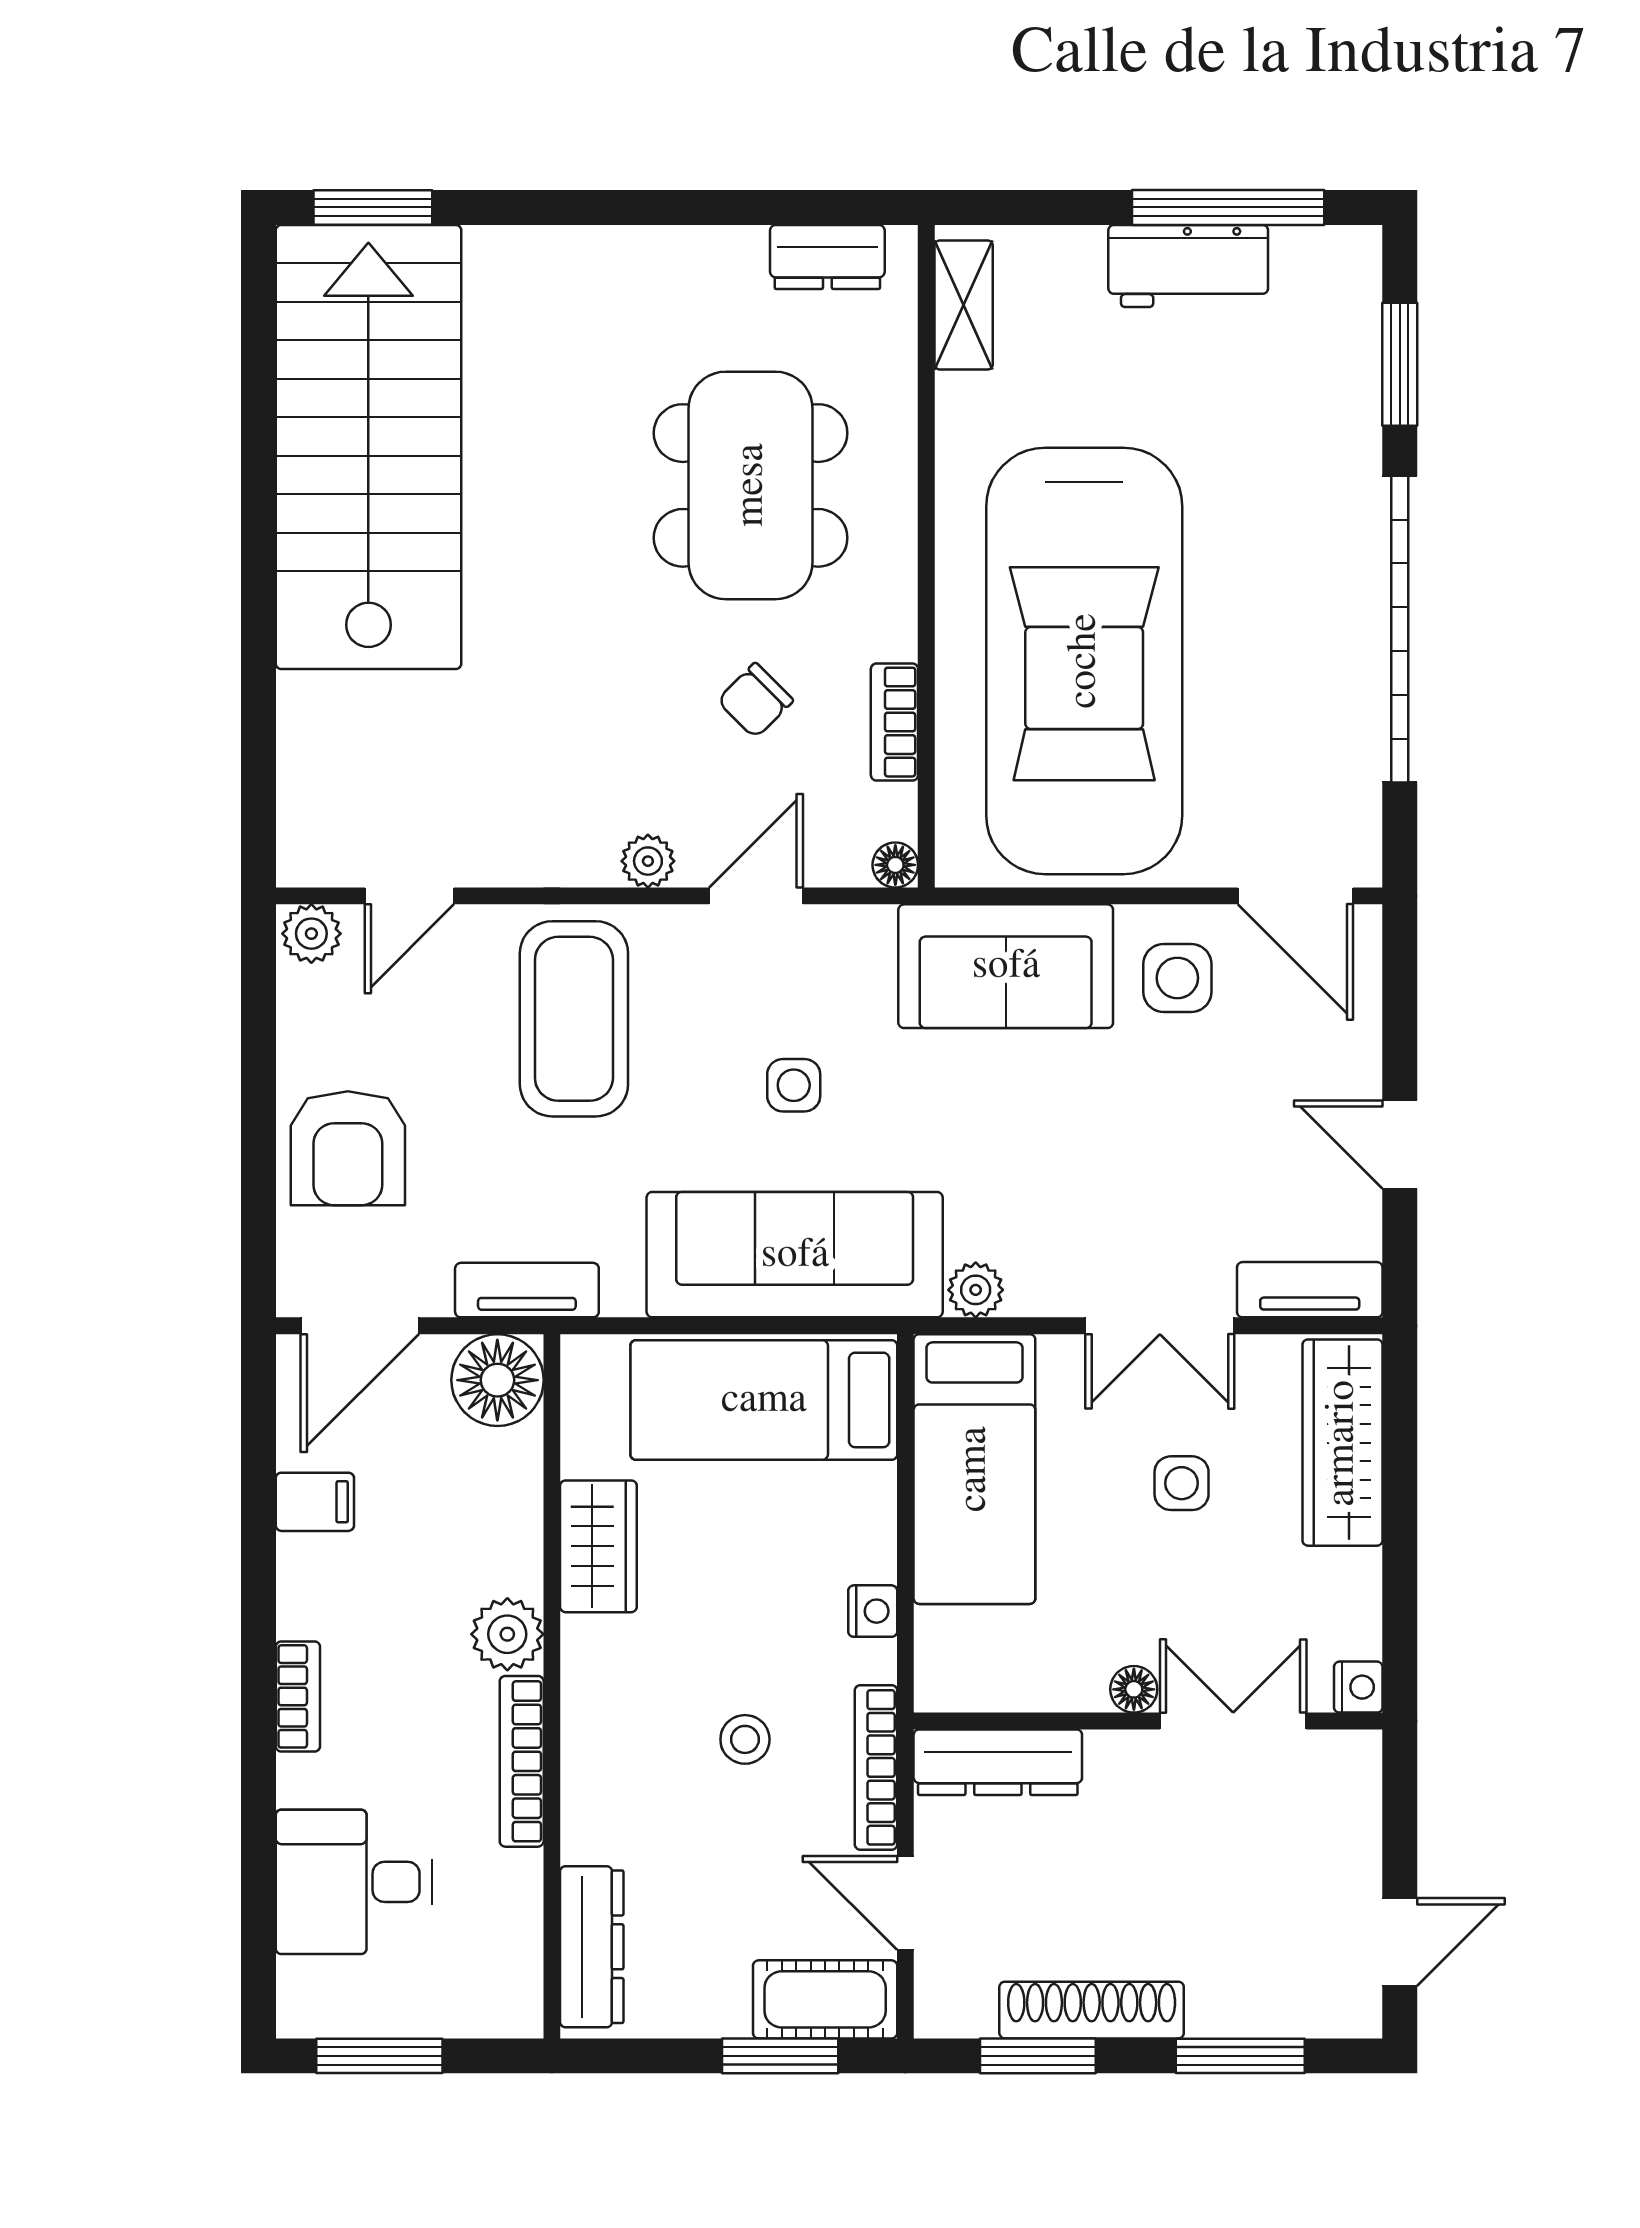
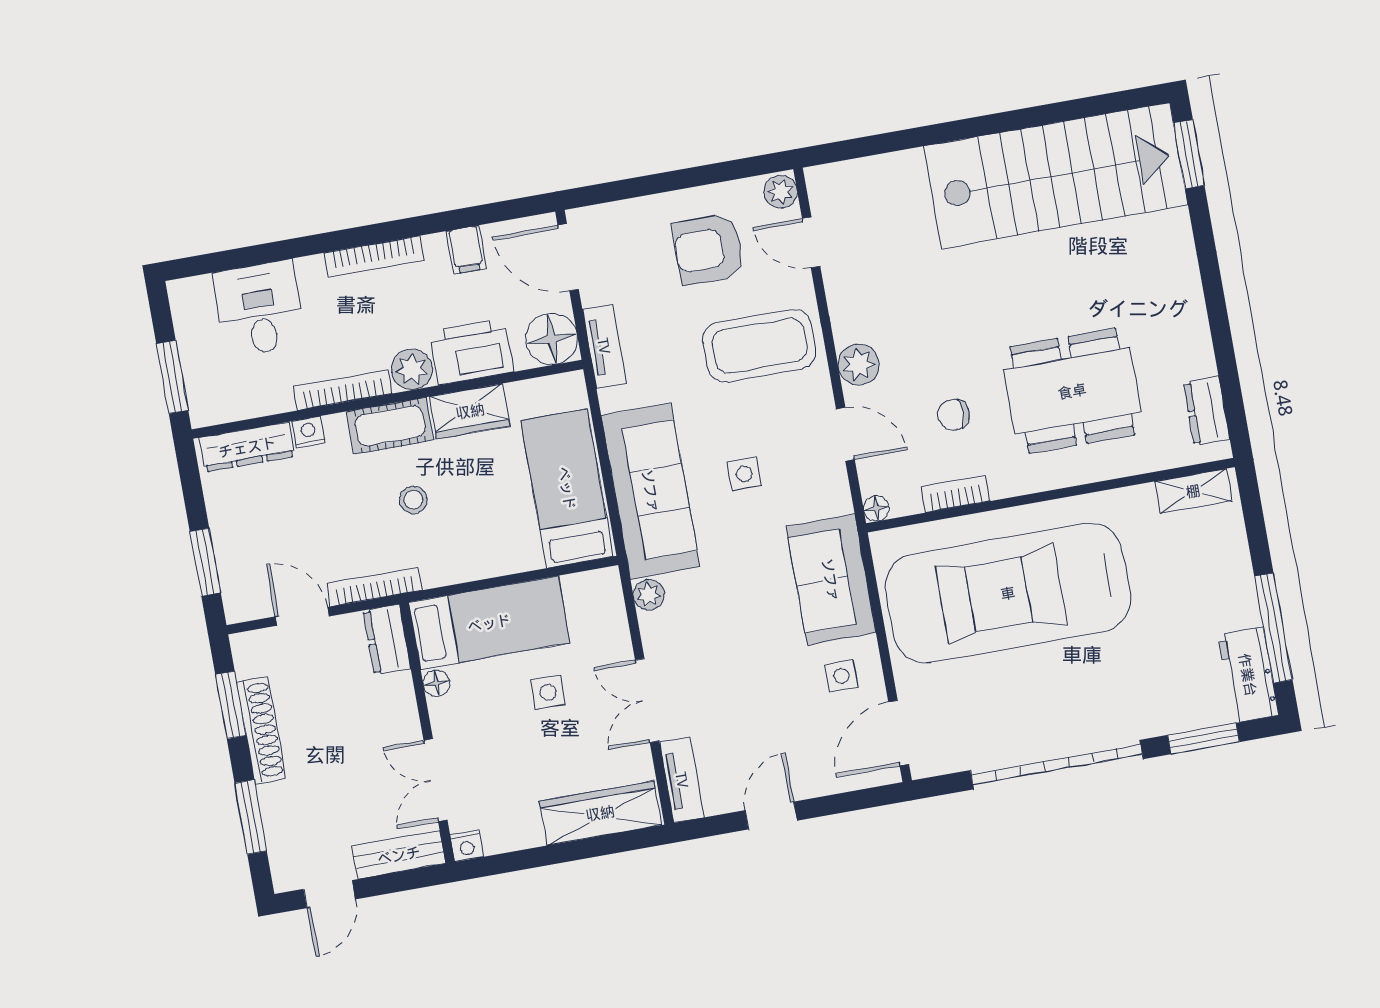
workbench: (1188, 266) -> (1248, 675), moved
chair: (755, 700) -> (954, 415), turned -45
plant: (648, 861) -> (859, 365), width x1.38, depth x1.38
side table: (1177, 978) -> (842, 676), width x0.73, depth x0.73
armchair: (348, 1148) -> (708, 249), moved
bed: (974, 1469) -> (489, 623), moved, turned 180
side table: (1182, 1483) -> (548, 692), moved
printer: (495, 1525) -> (471, 352), added
nightstand: (873, 1611) -> (308, 432), moved, turned 180
floor lamp: (1134, 1689) -> (436, 683), moved
bookcase: (298, 1696) -> (374, 257), width x1.56
double door: (1233, 1721) -> (435, 780), swing flipped
stool: (745, 1739) -> (413, 500), moved
dresser: (998, 1762) -> (387, 640), width x0.70
bench: (1352, 1809) -> (399, 855), added
door: (905, 1903) -> (302, 616), hinge flipped
door: (1400, 1942) -> (329, 894), hinge flipped
cot: (825, 1999) -> (390, 426), moved, turned 90
window: (379, 2056) -> (172, 377), moved

